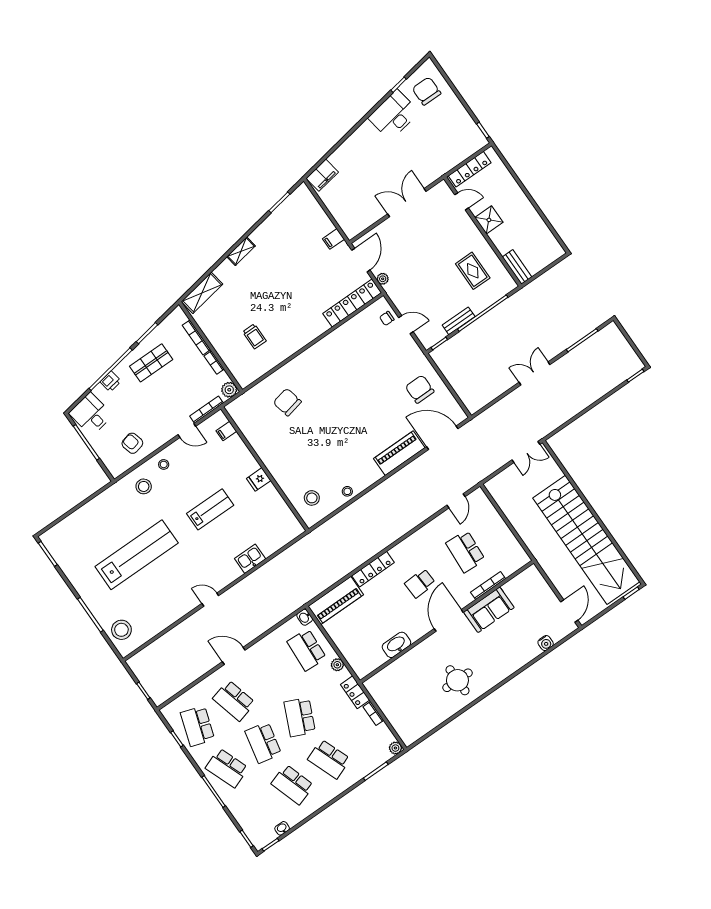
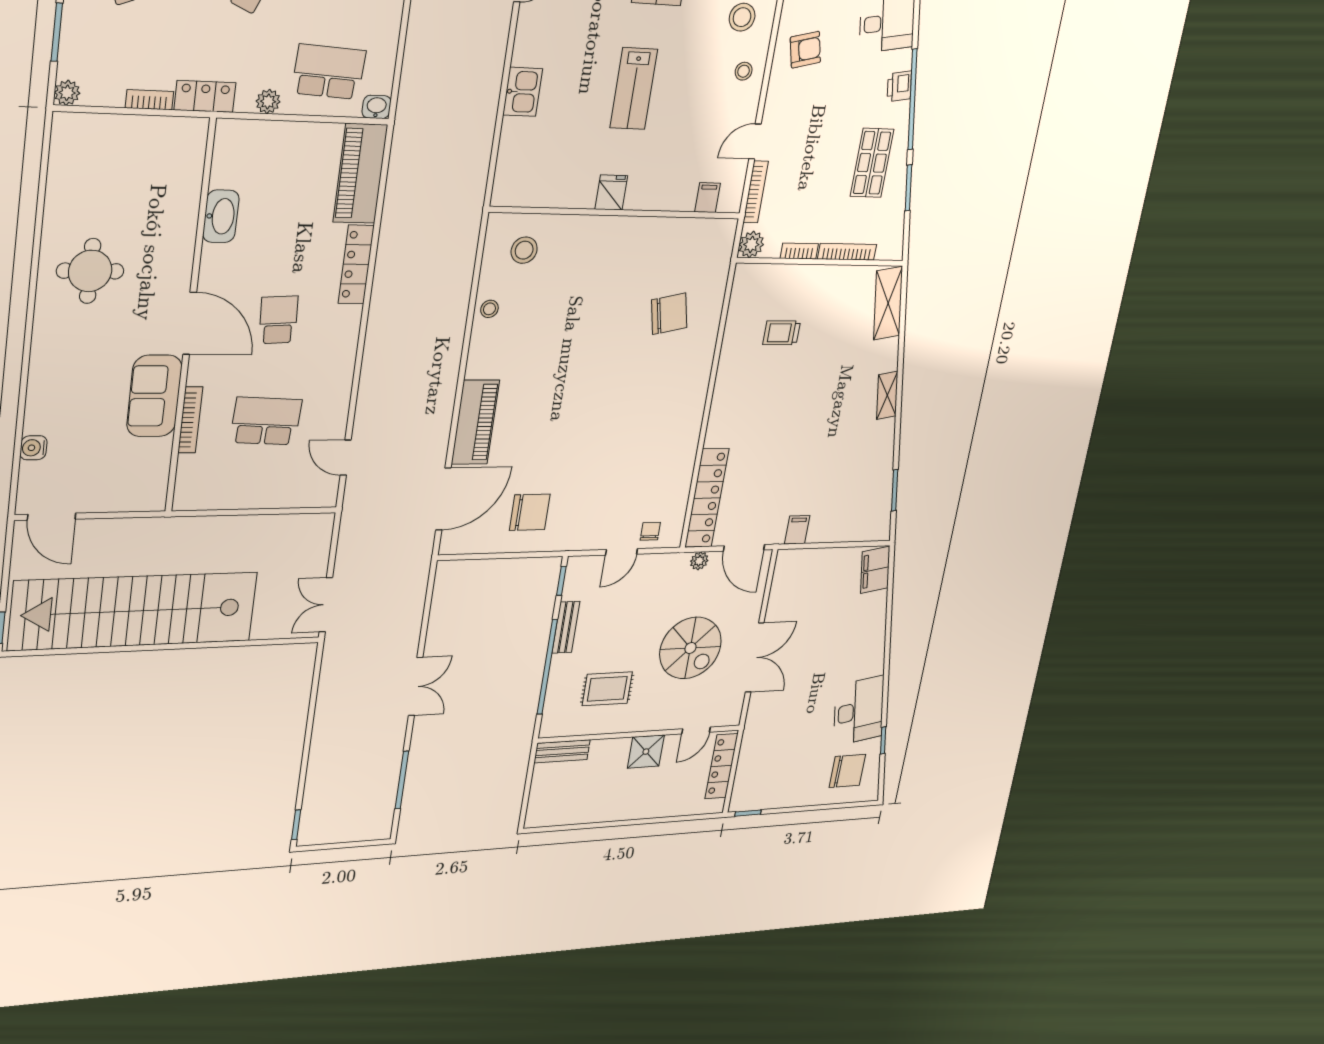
spiral stairs: (425, 243) -> (690, 648), added

